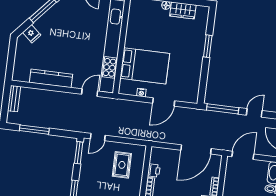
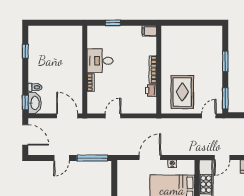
door: (196, 149) -> (113, 116), width x0.53
door: (243, 155) -> (67, 116), swing flipped
rug: (122, 165) -> (182, 92), width x1.36, depth x1.43

